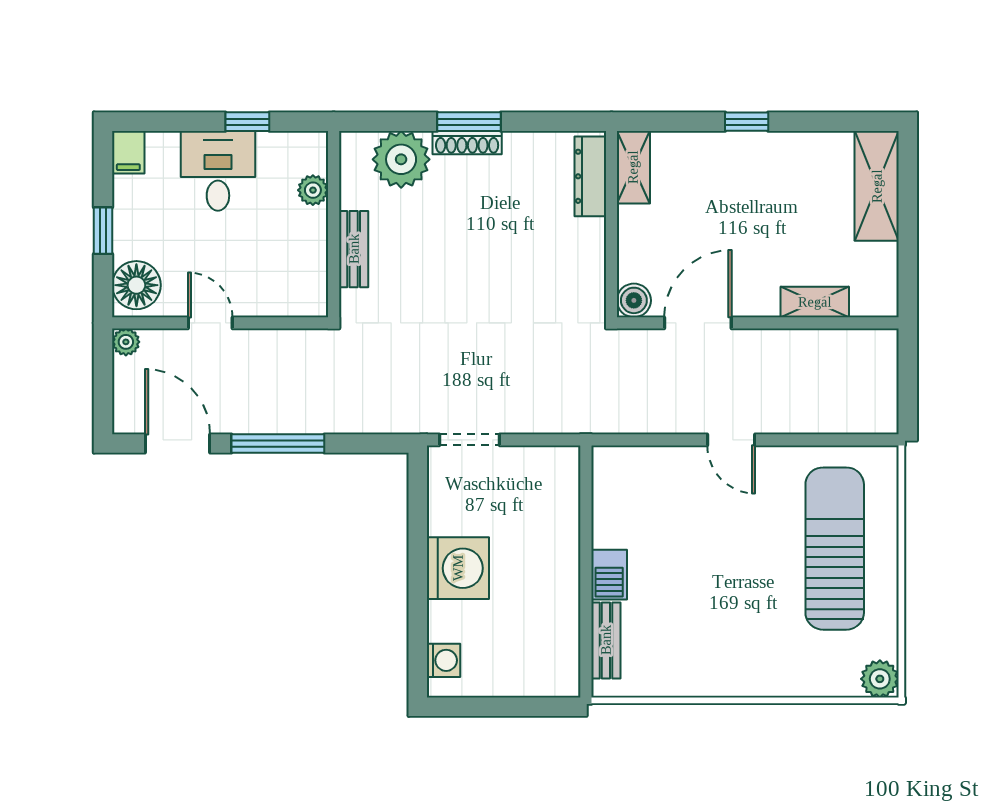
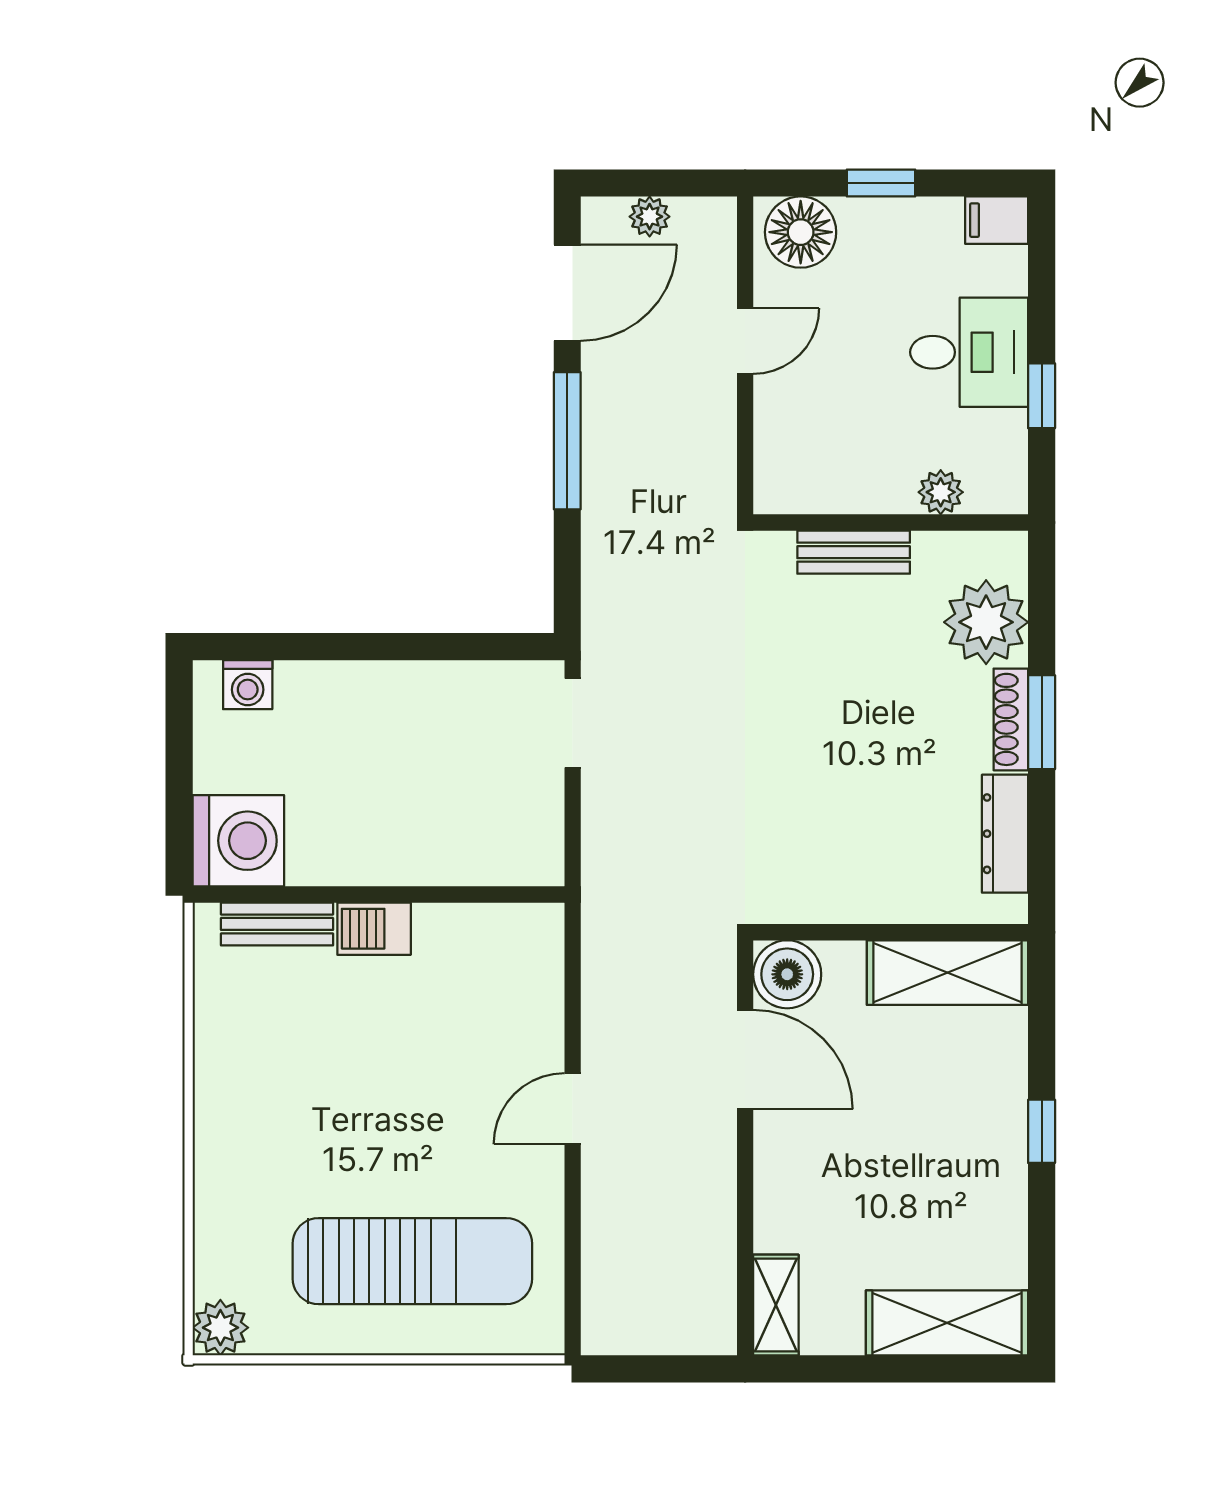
shelving: (633, 167) -> (947, 973), width x1.50, depth x1.33
dresser: (590, 176) -> (1005, 834), moved, turned -90
boiler: (634, 300) -> (787, 974), width x1.36, depth x1.36
shelving: (815, 302) -> (776, 1305), moved
plant: (126, 342) -> (650, 217), moved
washing machine: (458, 568) -> (238, 841), moved, turned -90

